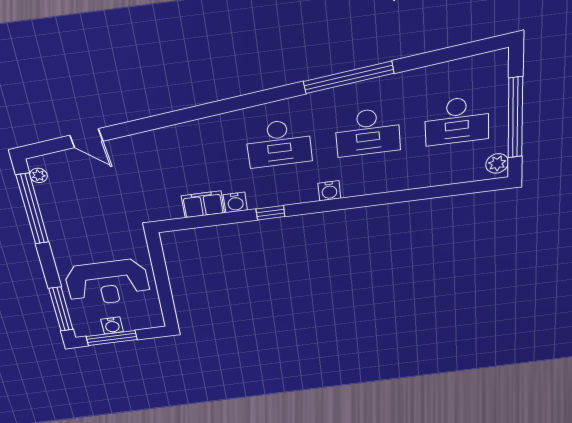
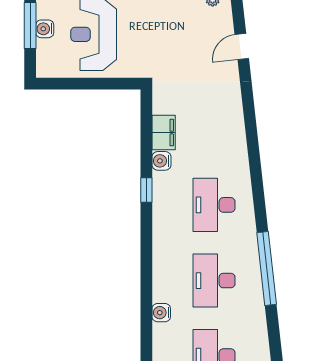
water cooler: (329, 191) -> (161, 313), moved

